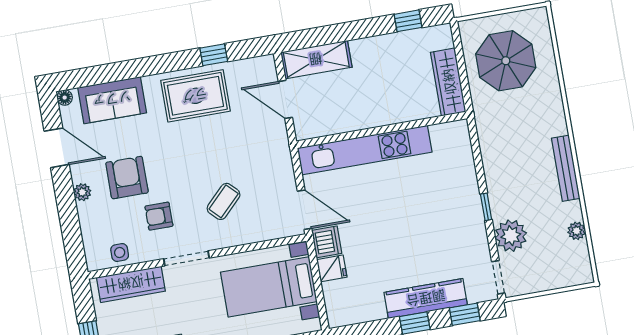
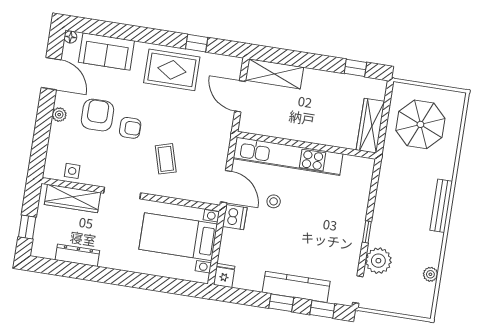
bench: (566, 168) -> (441, 206), moved
coffee table: (224, 201) -> (166, 159), turned -61
stool: (366, 208) -> (274, 201), added
armchair: (159, 216) -> (130, 128), moved, turned 180
fridge: (332, 268) -> (224, 276), moved, turned -90

